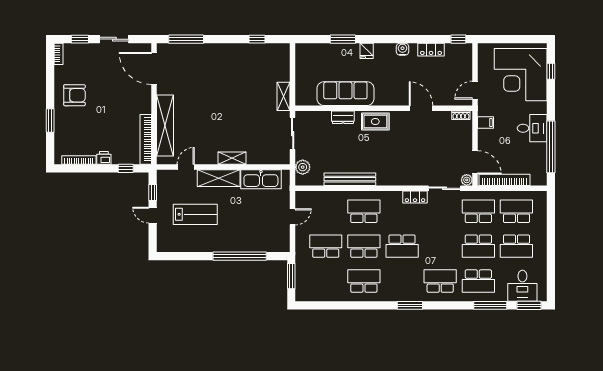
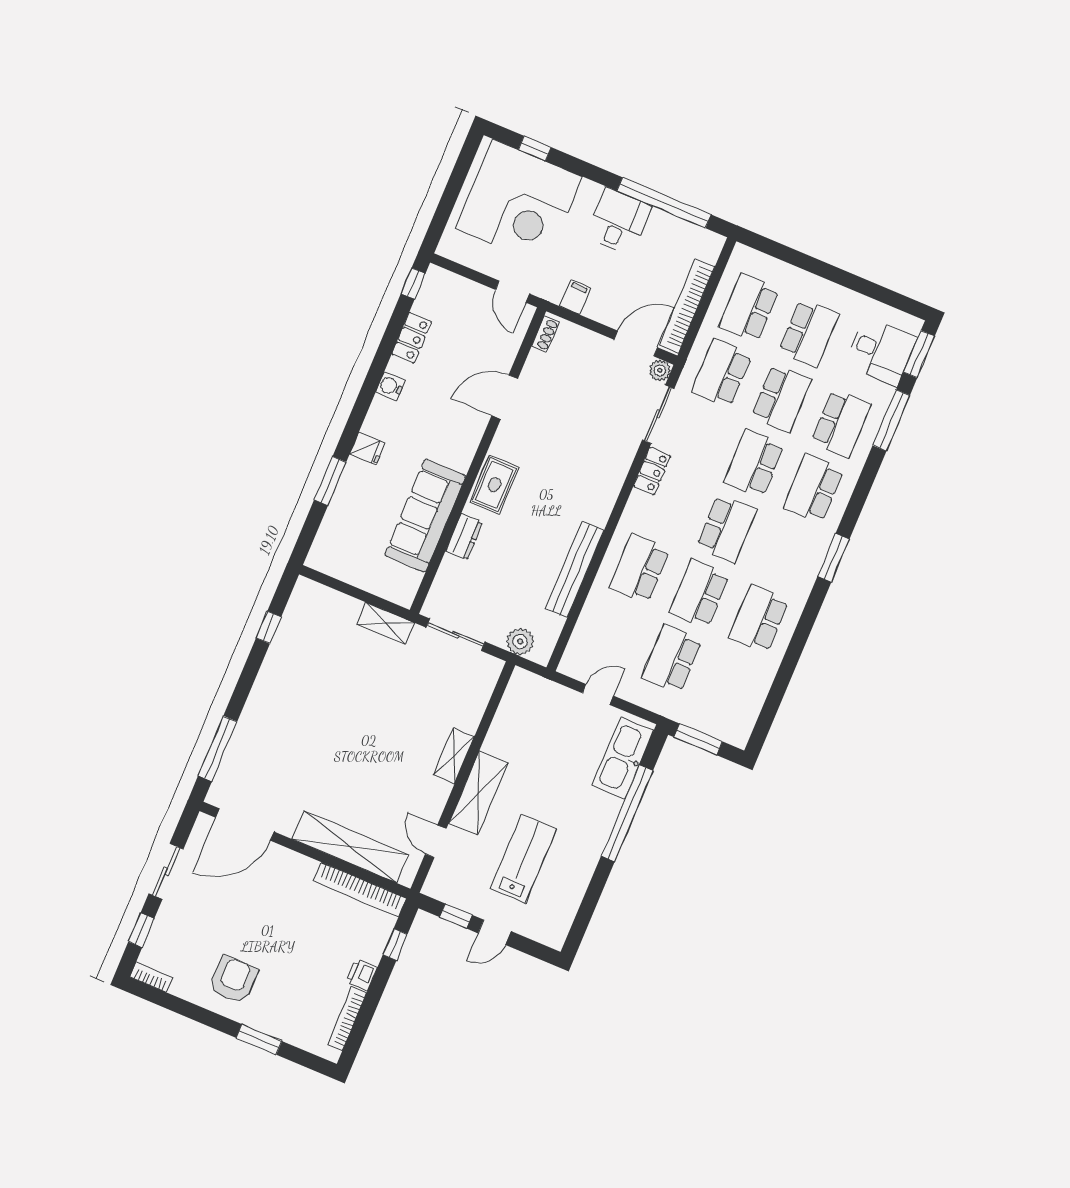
kitchen sink: (261, 179) -> (623, 758), moved, turned 180
door: (293, 217) -> (598, 694), hinge flipped
school desk: (440, 246) -> (754, 463), added

